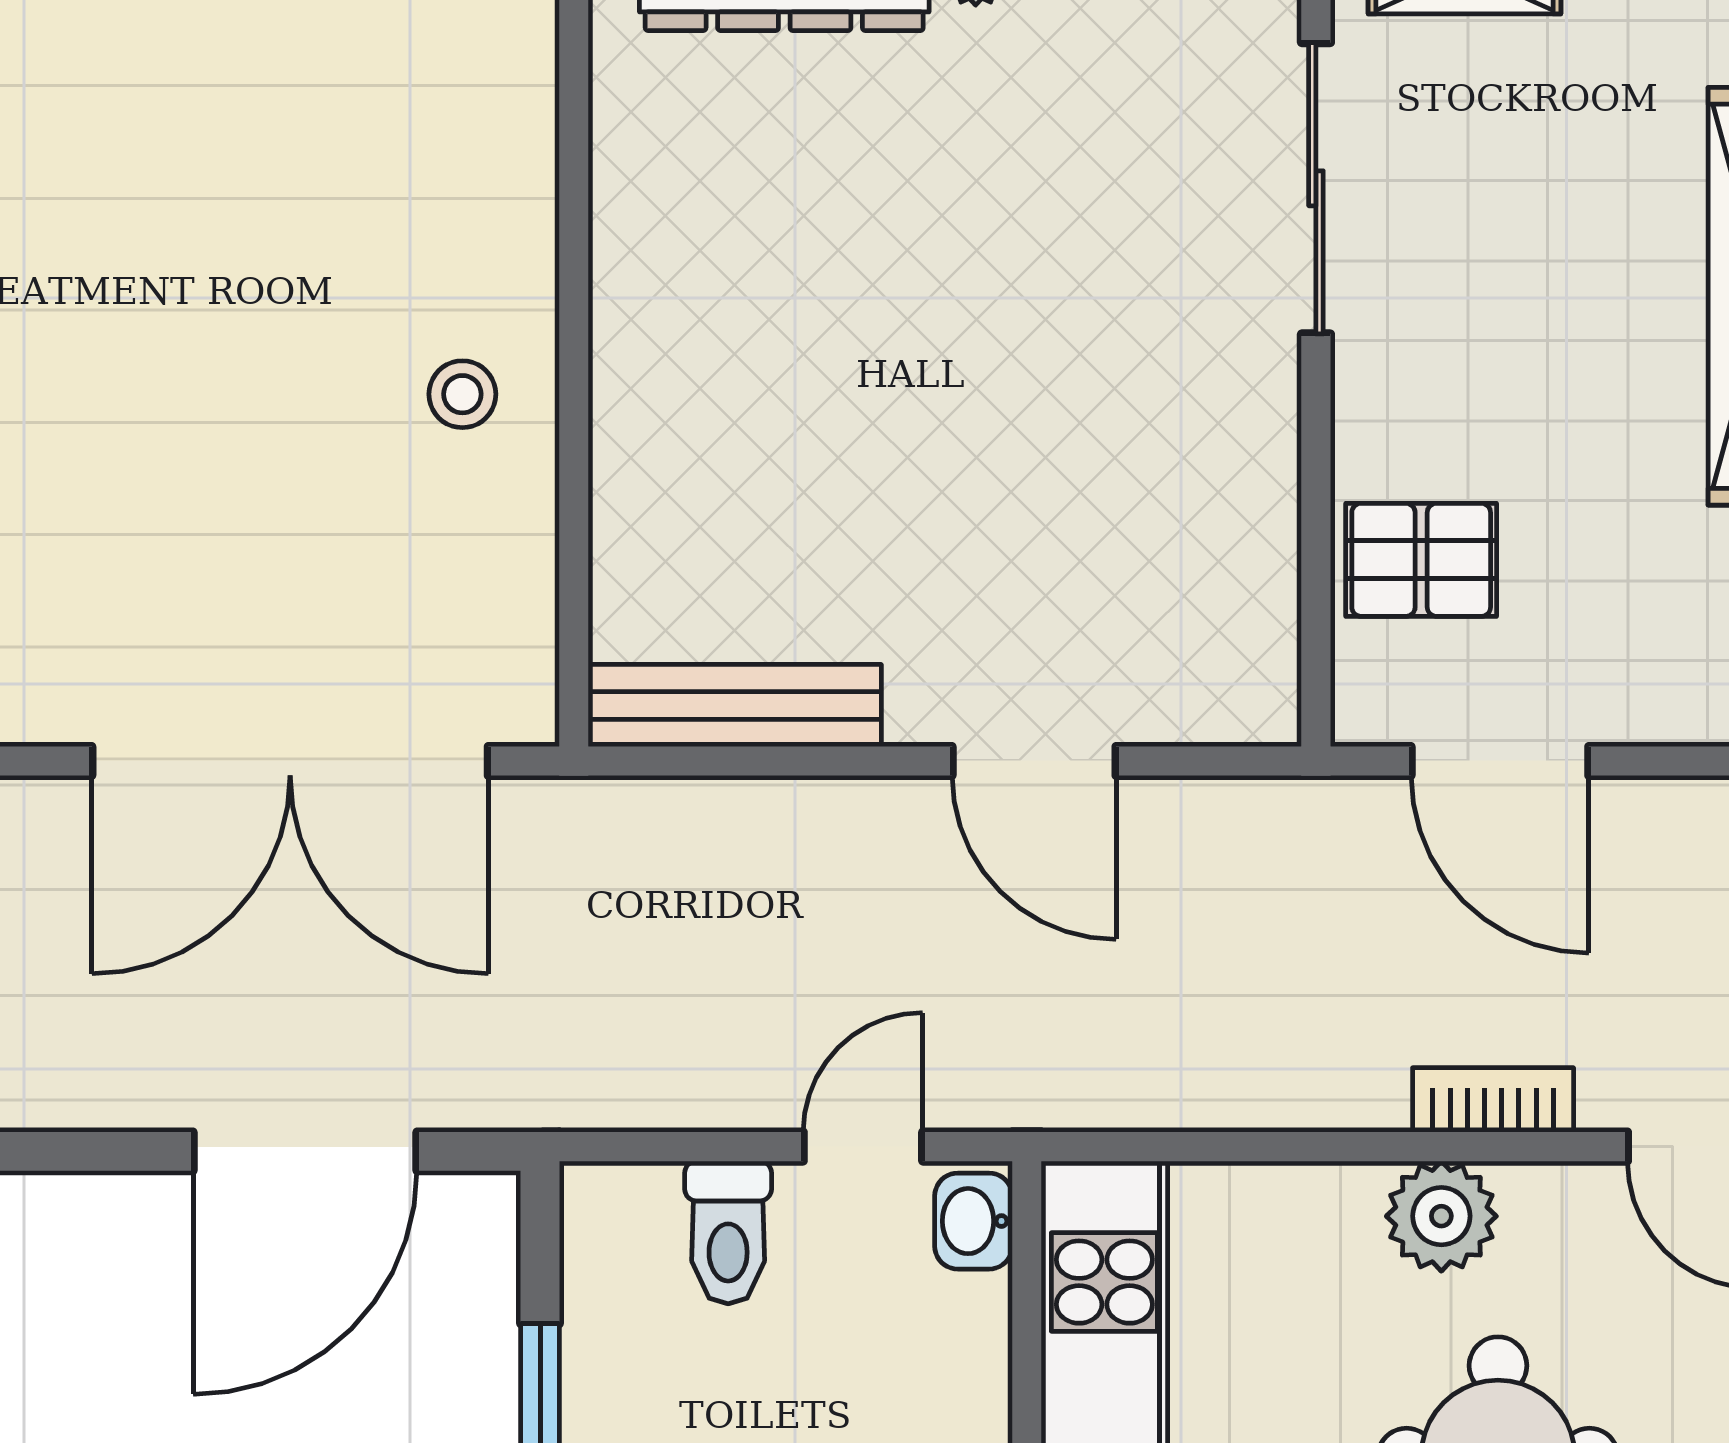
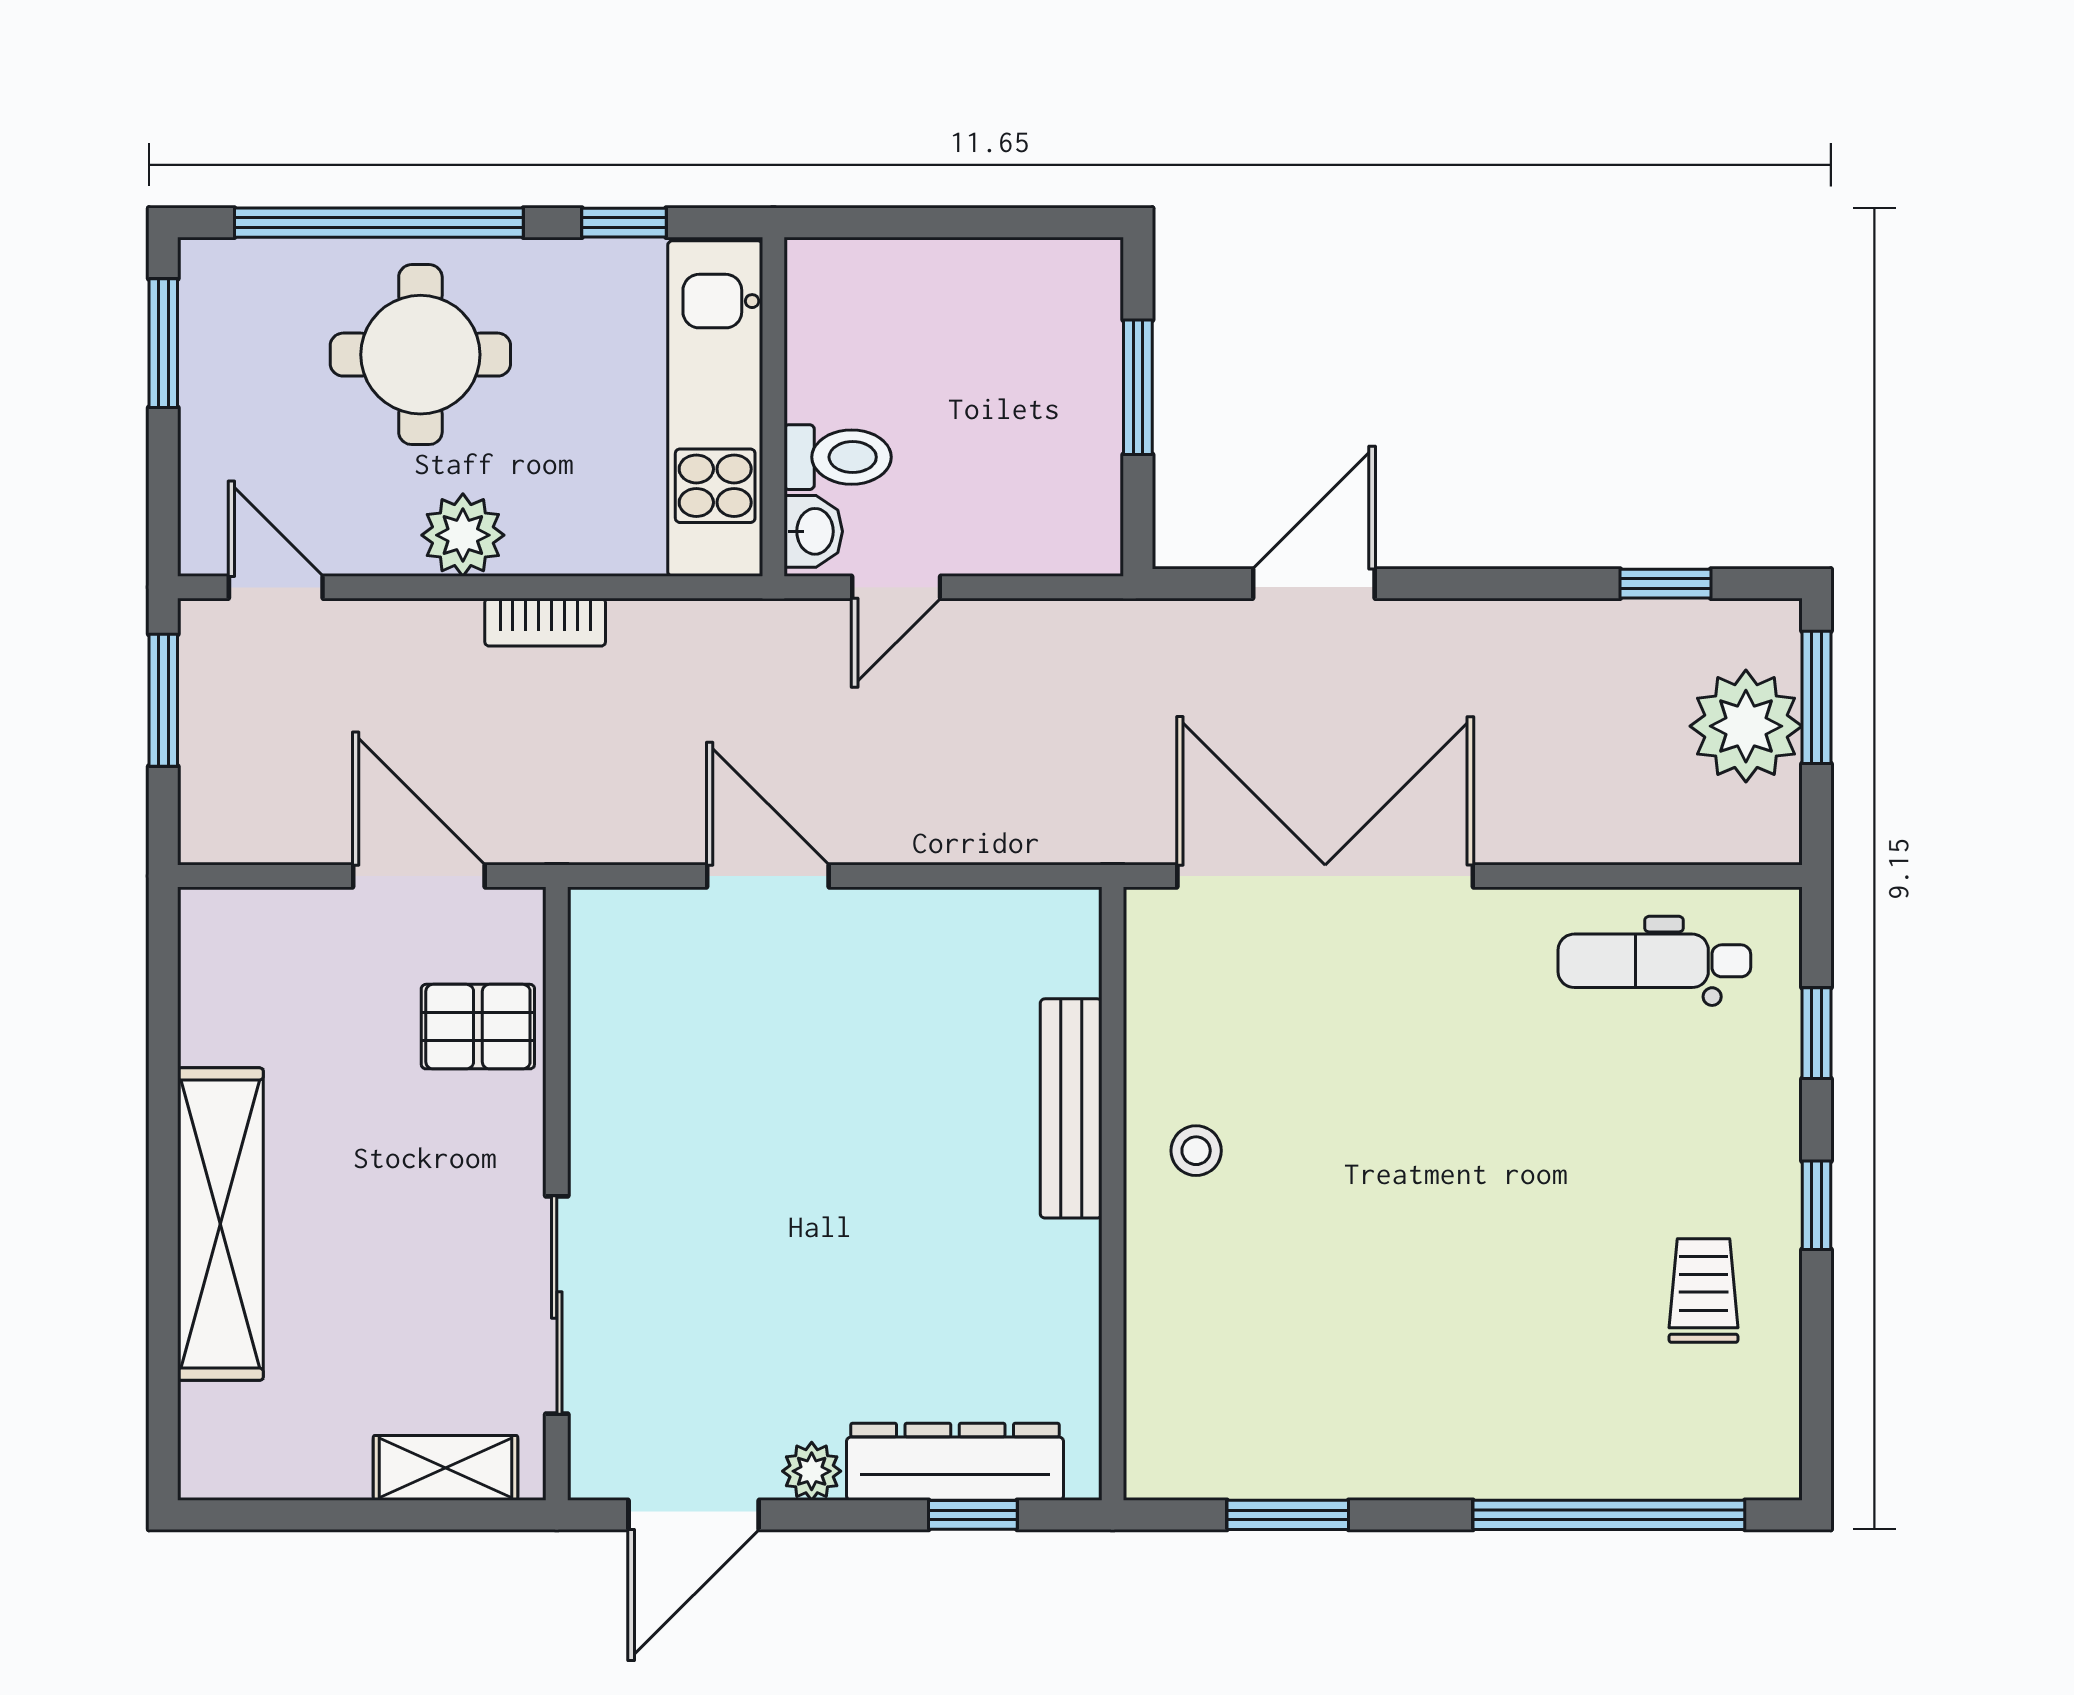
bench: (735, 706) -> (1071, 1108), moved, turned 90
bookcase: (1493, 1100) -> (545, 622), moved
door: (305, 1151) -> (1314, 584), width x0.73
toilet: (728, 1232) -> (838, 457), moved, turned 90

